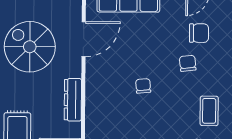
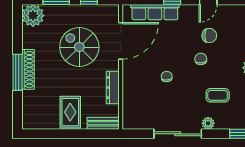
door: (84, 39) -> (121, 41), width x1.36
coffee table: (209, 111) -> (218, 95), turned 90

